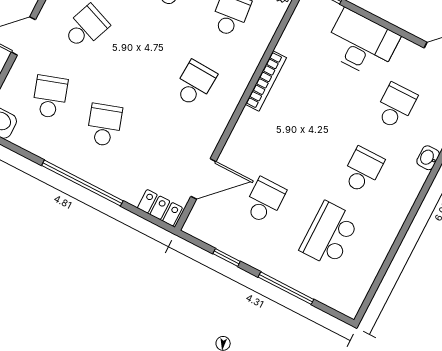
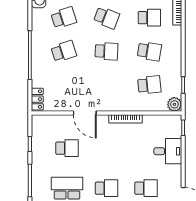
desk: (362, 44) -> (168, 151), width x0.73
school desk: (195, 84) -> (106, 51), moved
door: (203, 179) -> (85, 113), moved

